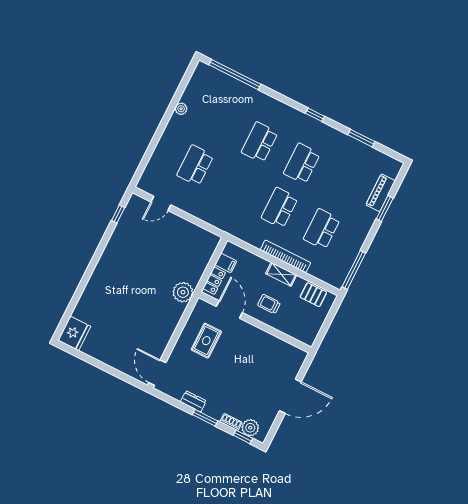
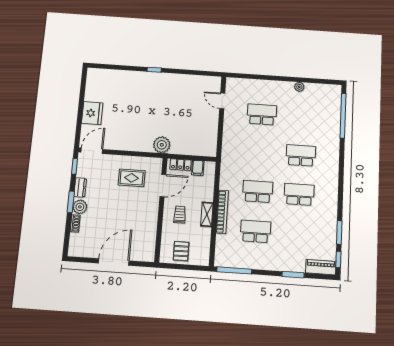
window: (315, 115) -> (338, 259), moved
piano: (381, 193) -> (321, 267), moved
window: (118, 214) -> (154, 70), moved
pallet: (313, 295) -> (181, 251), moved
fridge: (74, 333) -> (92, 113), moved, turned -90
door: (290, 396) -> (114, 262), swing flipped
plant: (250, 428) -> (80, 207), moved
window: (243, 437) -> (75, 166), moved

